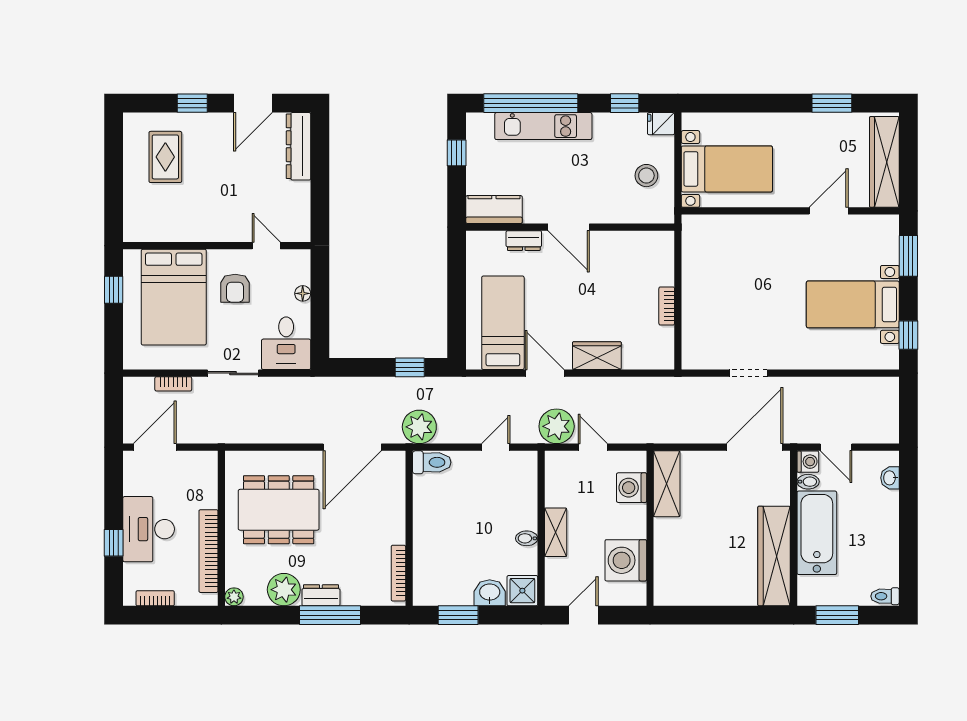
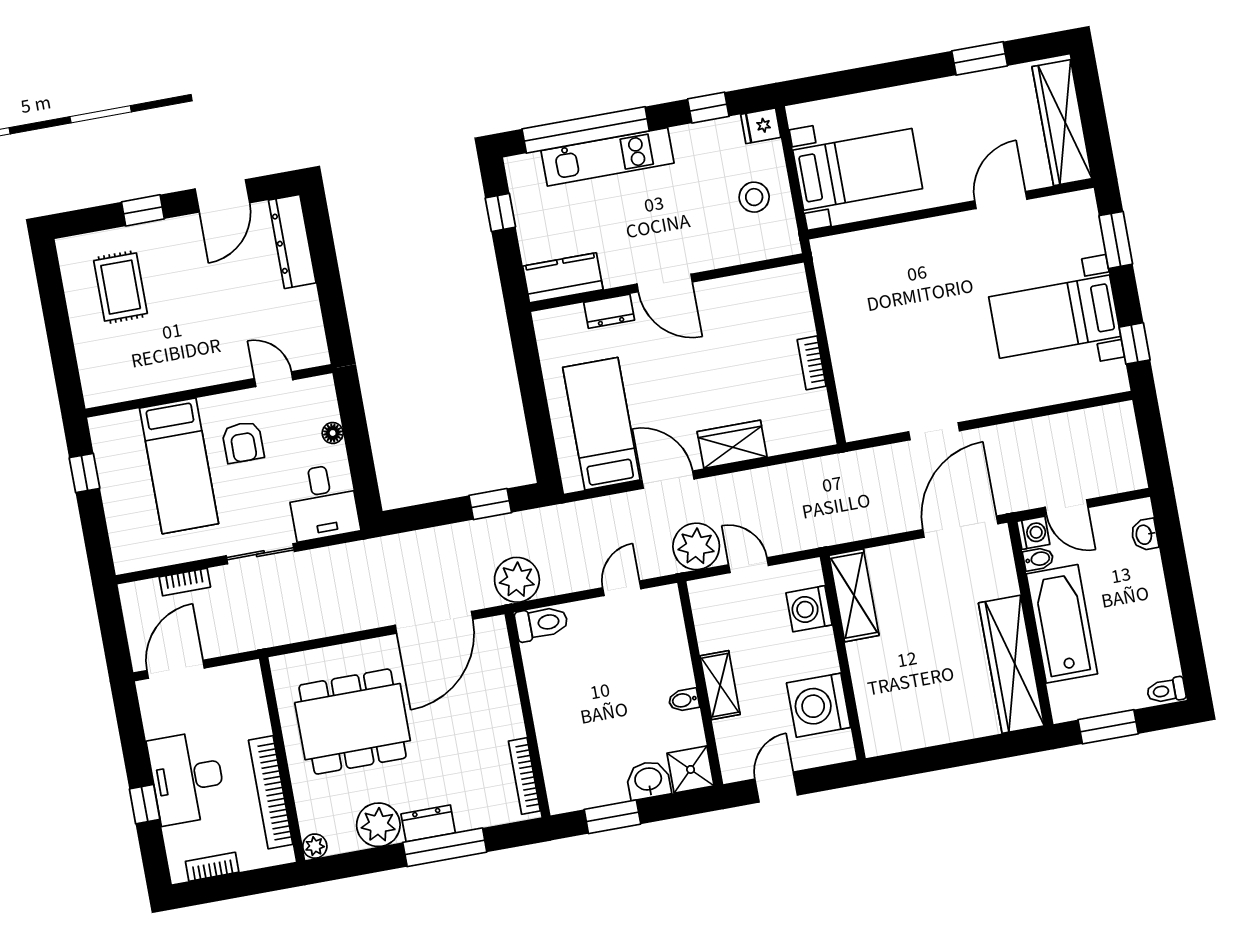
bed: (174, 297) -> (179, 466), width x0.67

